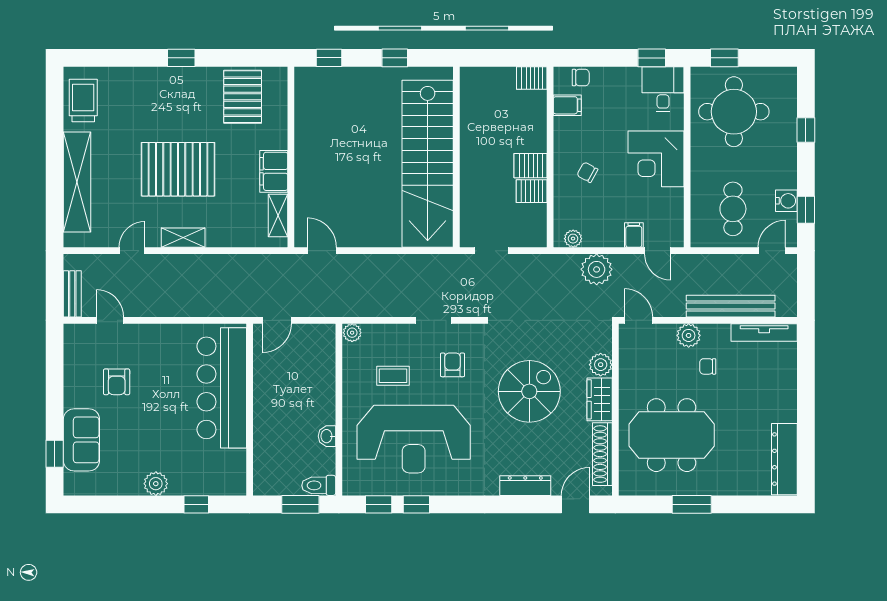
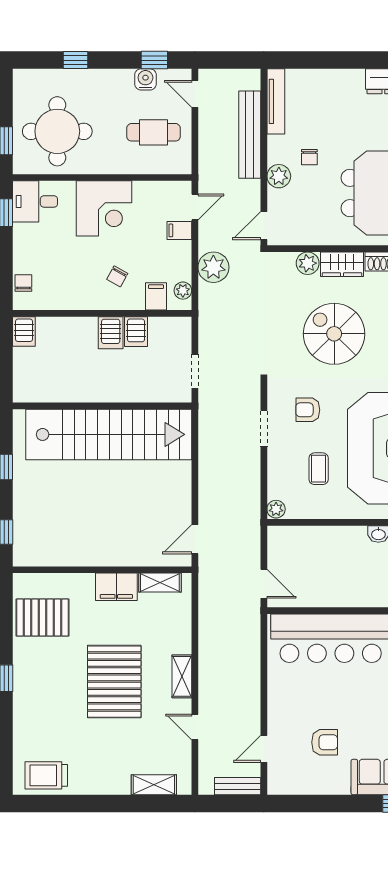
filing cabinet: (567, 105) -> (156, 296), moved
shelving: (77, 182) -> (154, 785), width x0.45, depth x0.75

